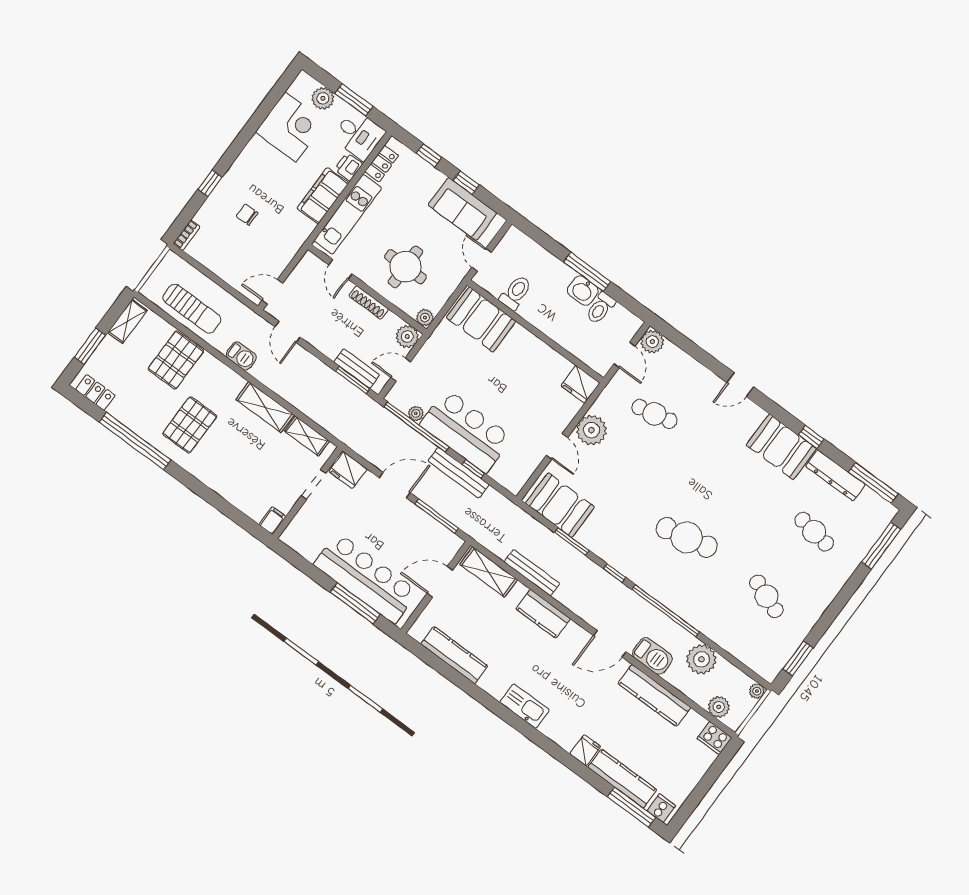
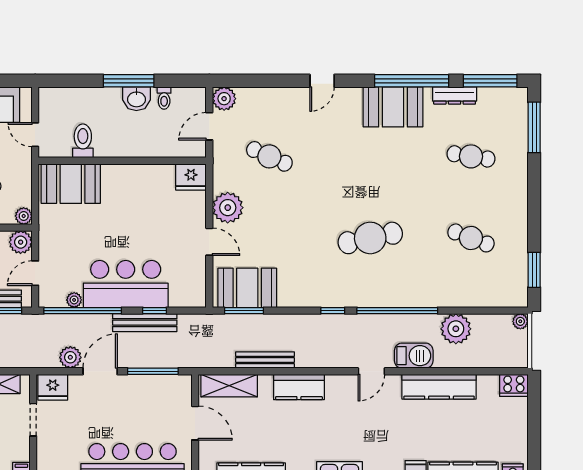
toilet: (601, 308) -> (164, 98), width x0.73, depth x0.72
door: (624, 355) -> (209, 126), swing flipped
cafe table: (654, 414) -> (269, 156), turned 36
window: (811, 437) -> (412, 81), width x3.17
dresser: (835, 475) -> (455, 96), width x0.73, depth x0.80
window: (572, 541) -> (244, 311), moved
door: (440, 582) -> (195, 423), swing flipped
door: (610, 644) -> (371, 371), width x0.73
plant: (719, 707) -> (70, 357), moved

